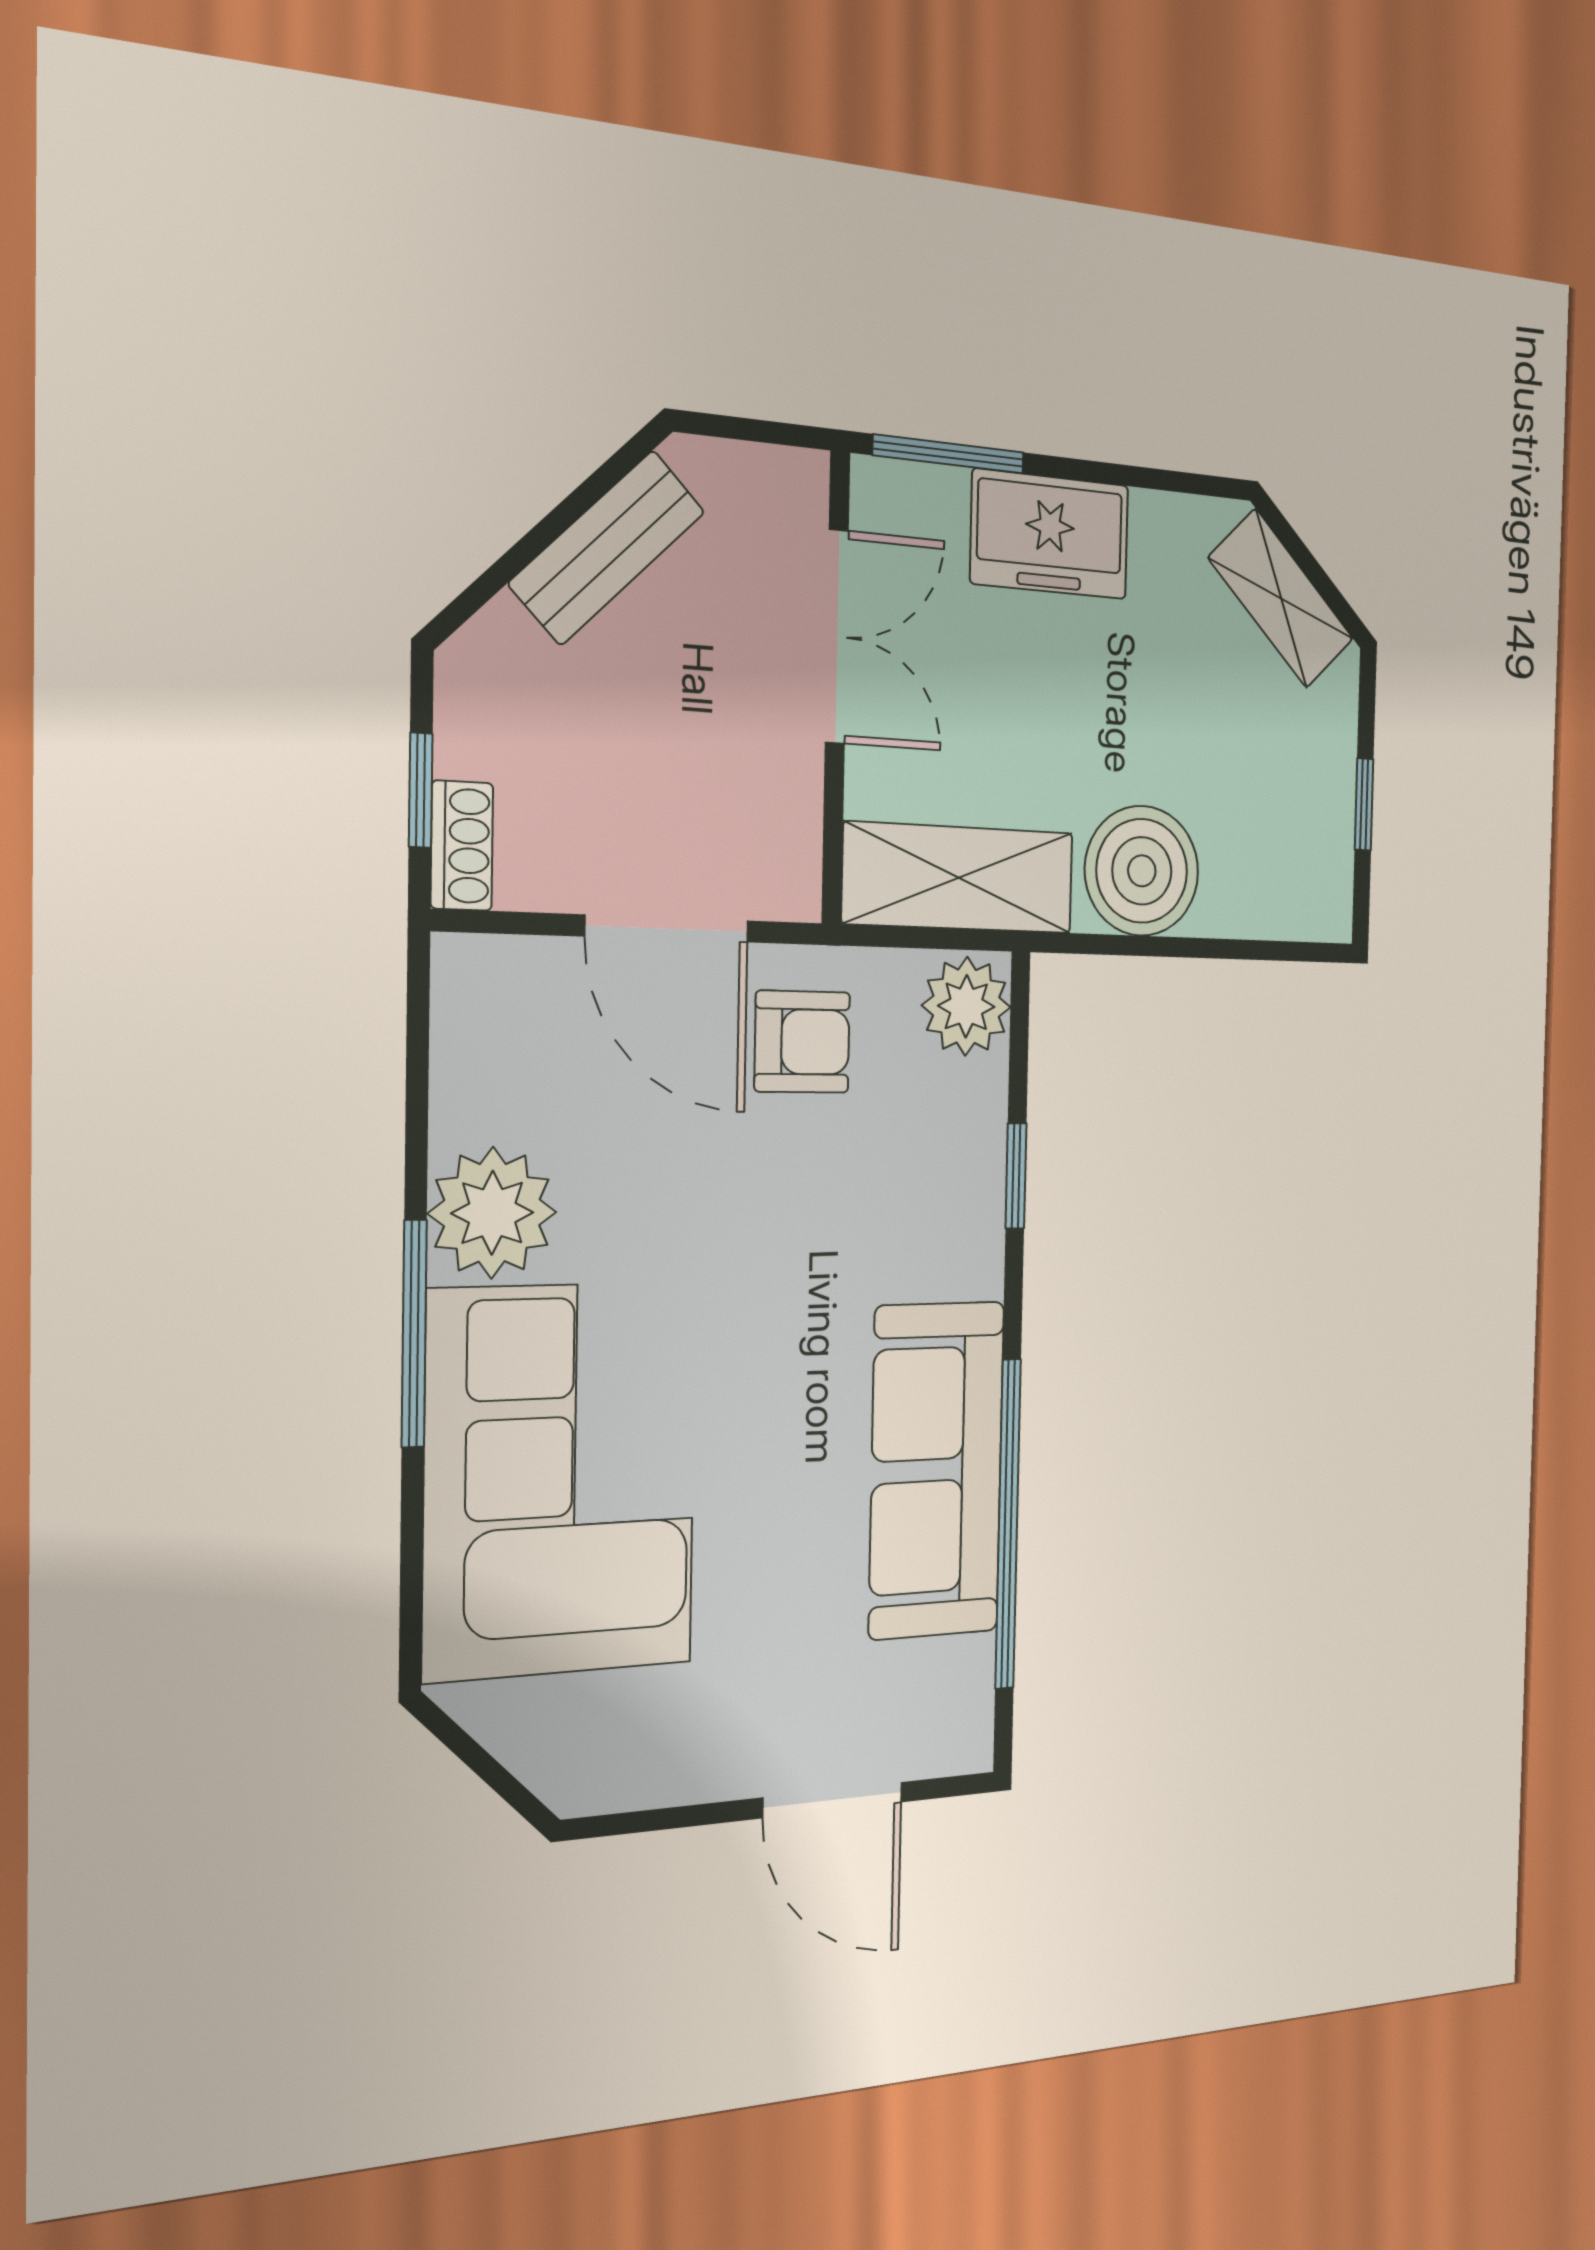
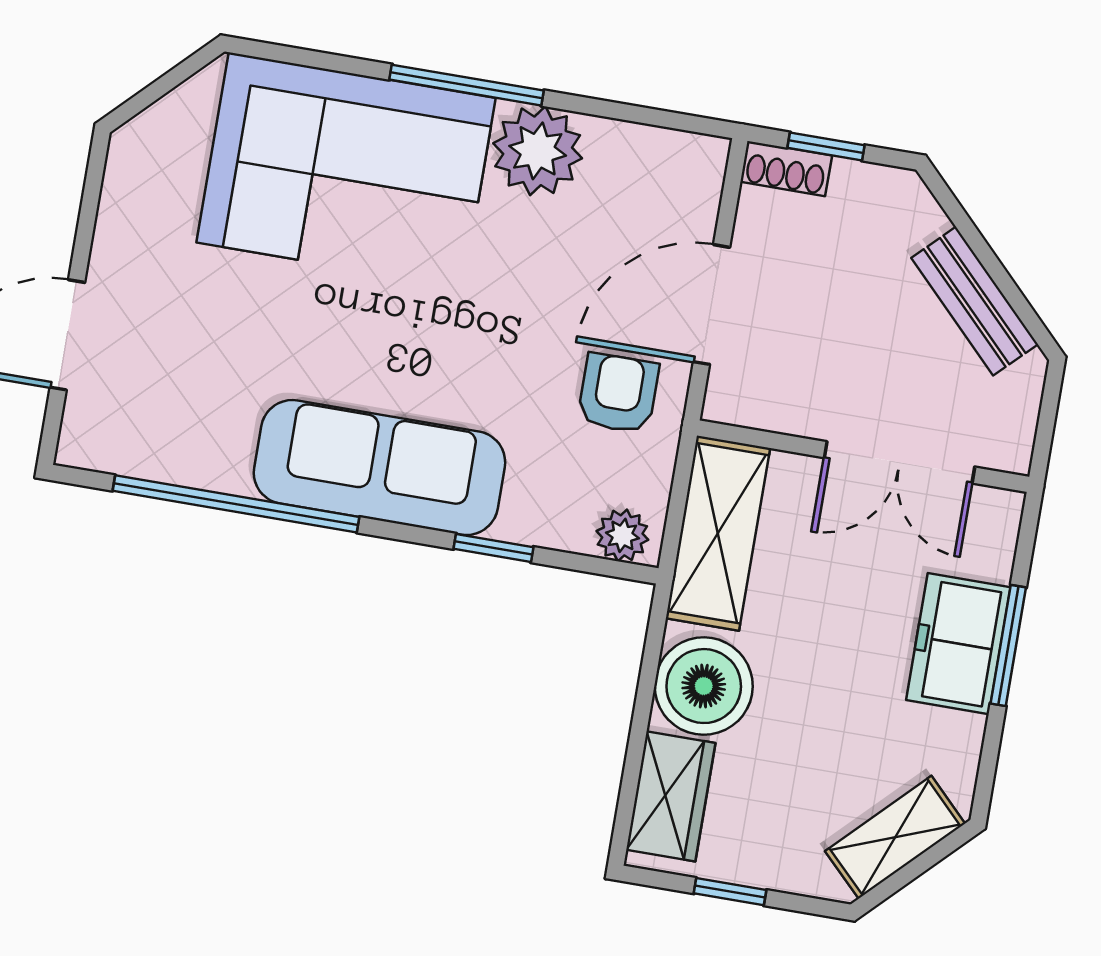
window: (949, 454) -> (1008, 646), moved
wardrobe: (1270, 895) -> (671, 796), added
plant: (966, 1006) -> (622, 535), width x0.73, depth x0.73
armchair: (802, 1042) -> (618, 393), turned 180
sofa: (937, 1470) -> (379, 467), moved

